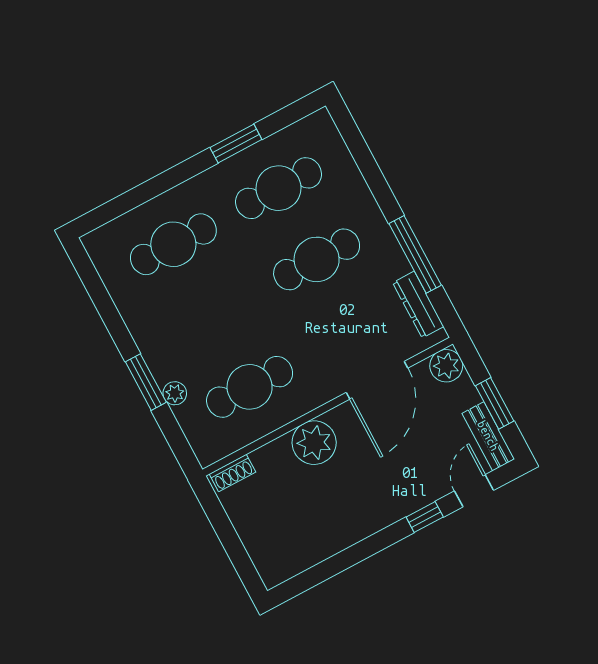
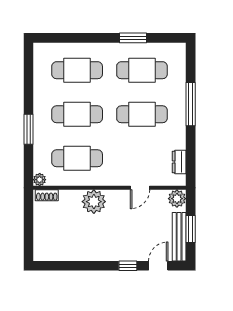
window: (415, 254) -> (191, 104), moved
dresser: (418, 305) -> (179, 162), width x0.70
cafe table: (211, 316) -> (77, 114), added
door: (377, 380) -> (140, 188), width x0.53
plant: (175, 393) -> (40, 180), moved
bench: (488, 436) -> (179, 237), width x1.36

